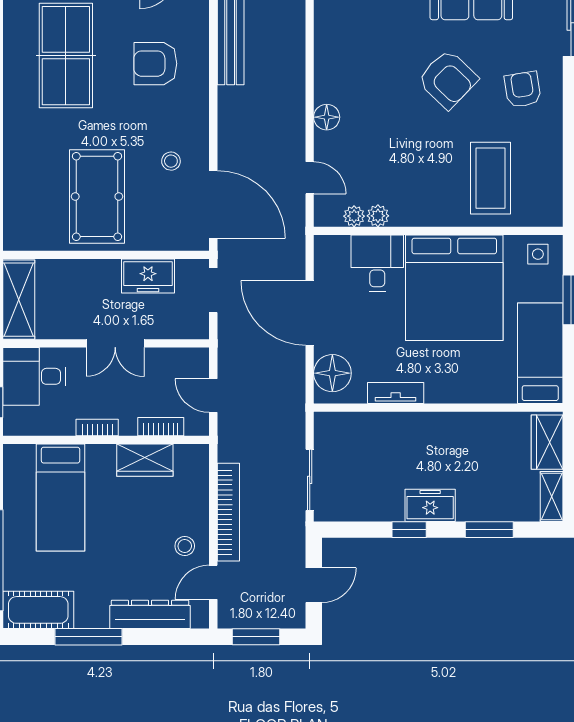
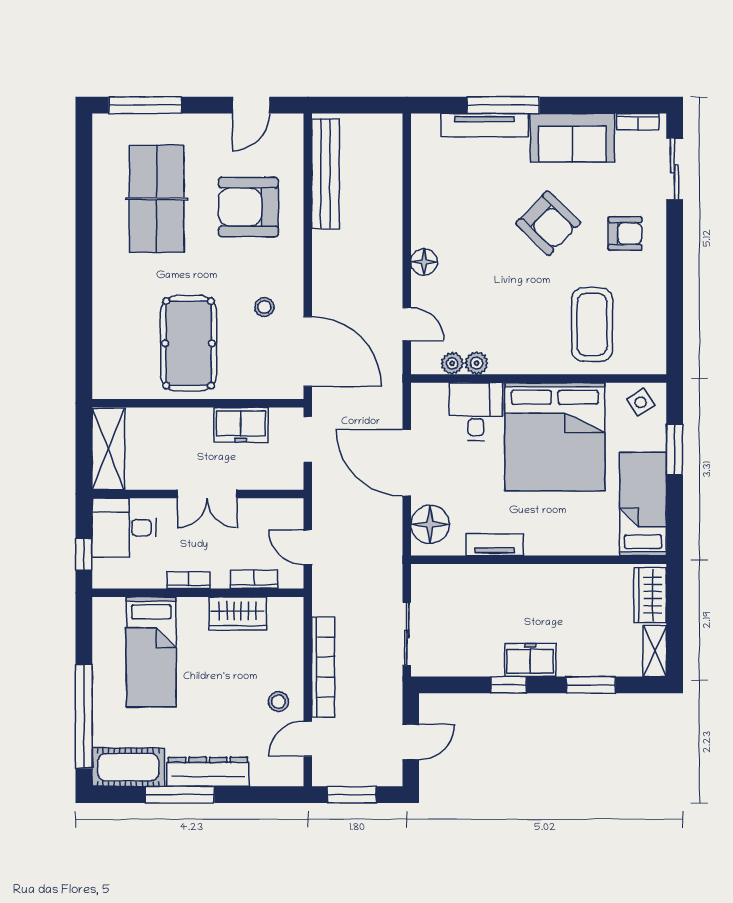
armchair: (155, 64) -> (248, 207), width x1.36, depth x1.36
armchair: (523, 89) -> (625, 234), turned 99
side table: (538, 254) -> (641, 402), turned -33
dresser: (150, 614) -> (208, 772), moved

